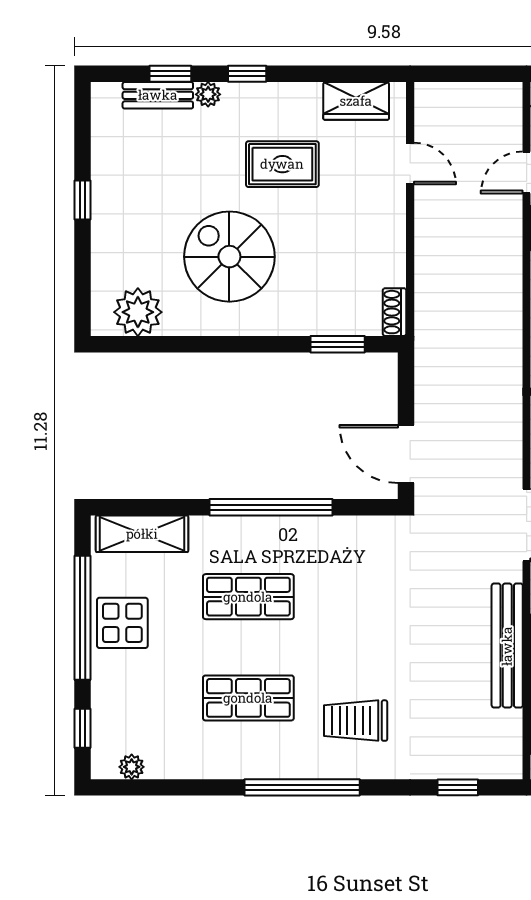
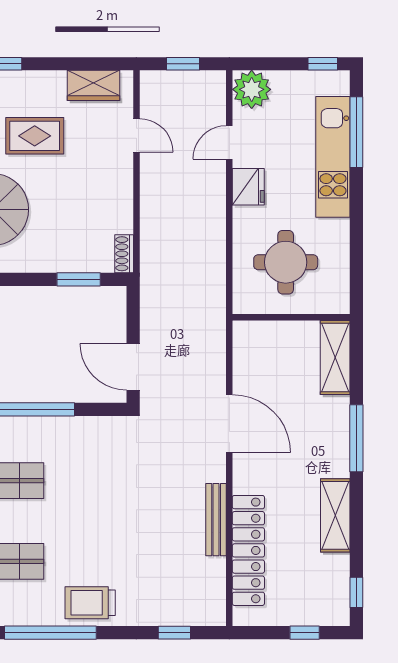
window: (468, 74) -> (183, 64), added
bench: (507, 646) -> (216, 520), width x0.73, depth x0.82
trolley: (356, 721) -> (90, 603), moved

